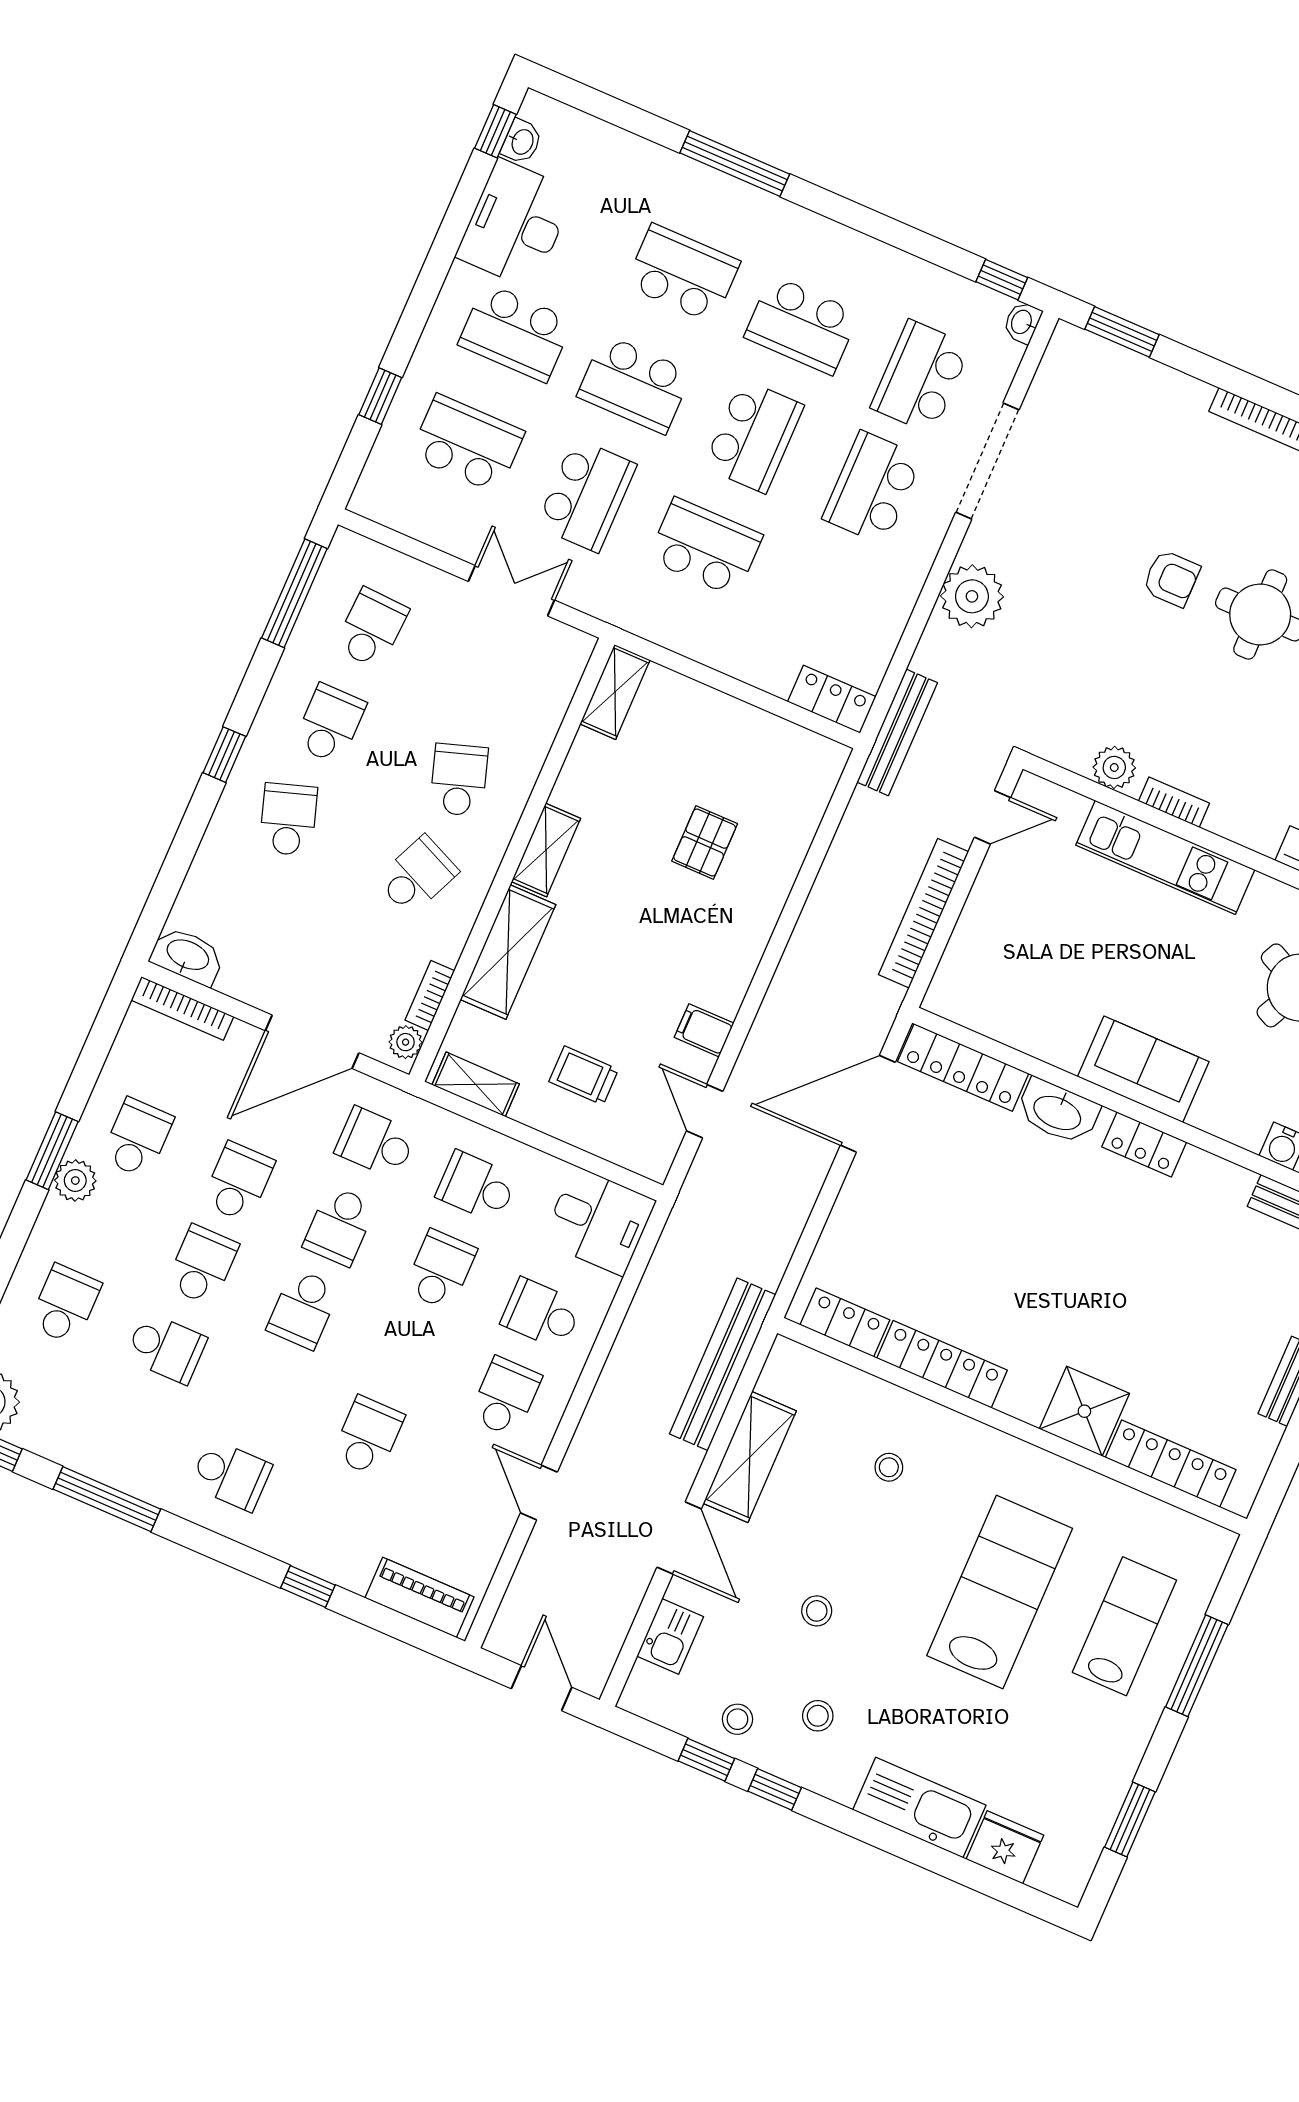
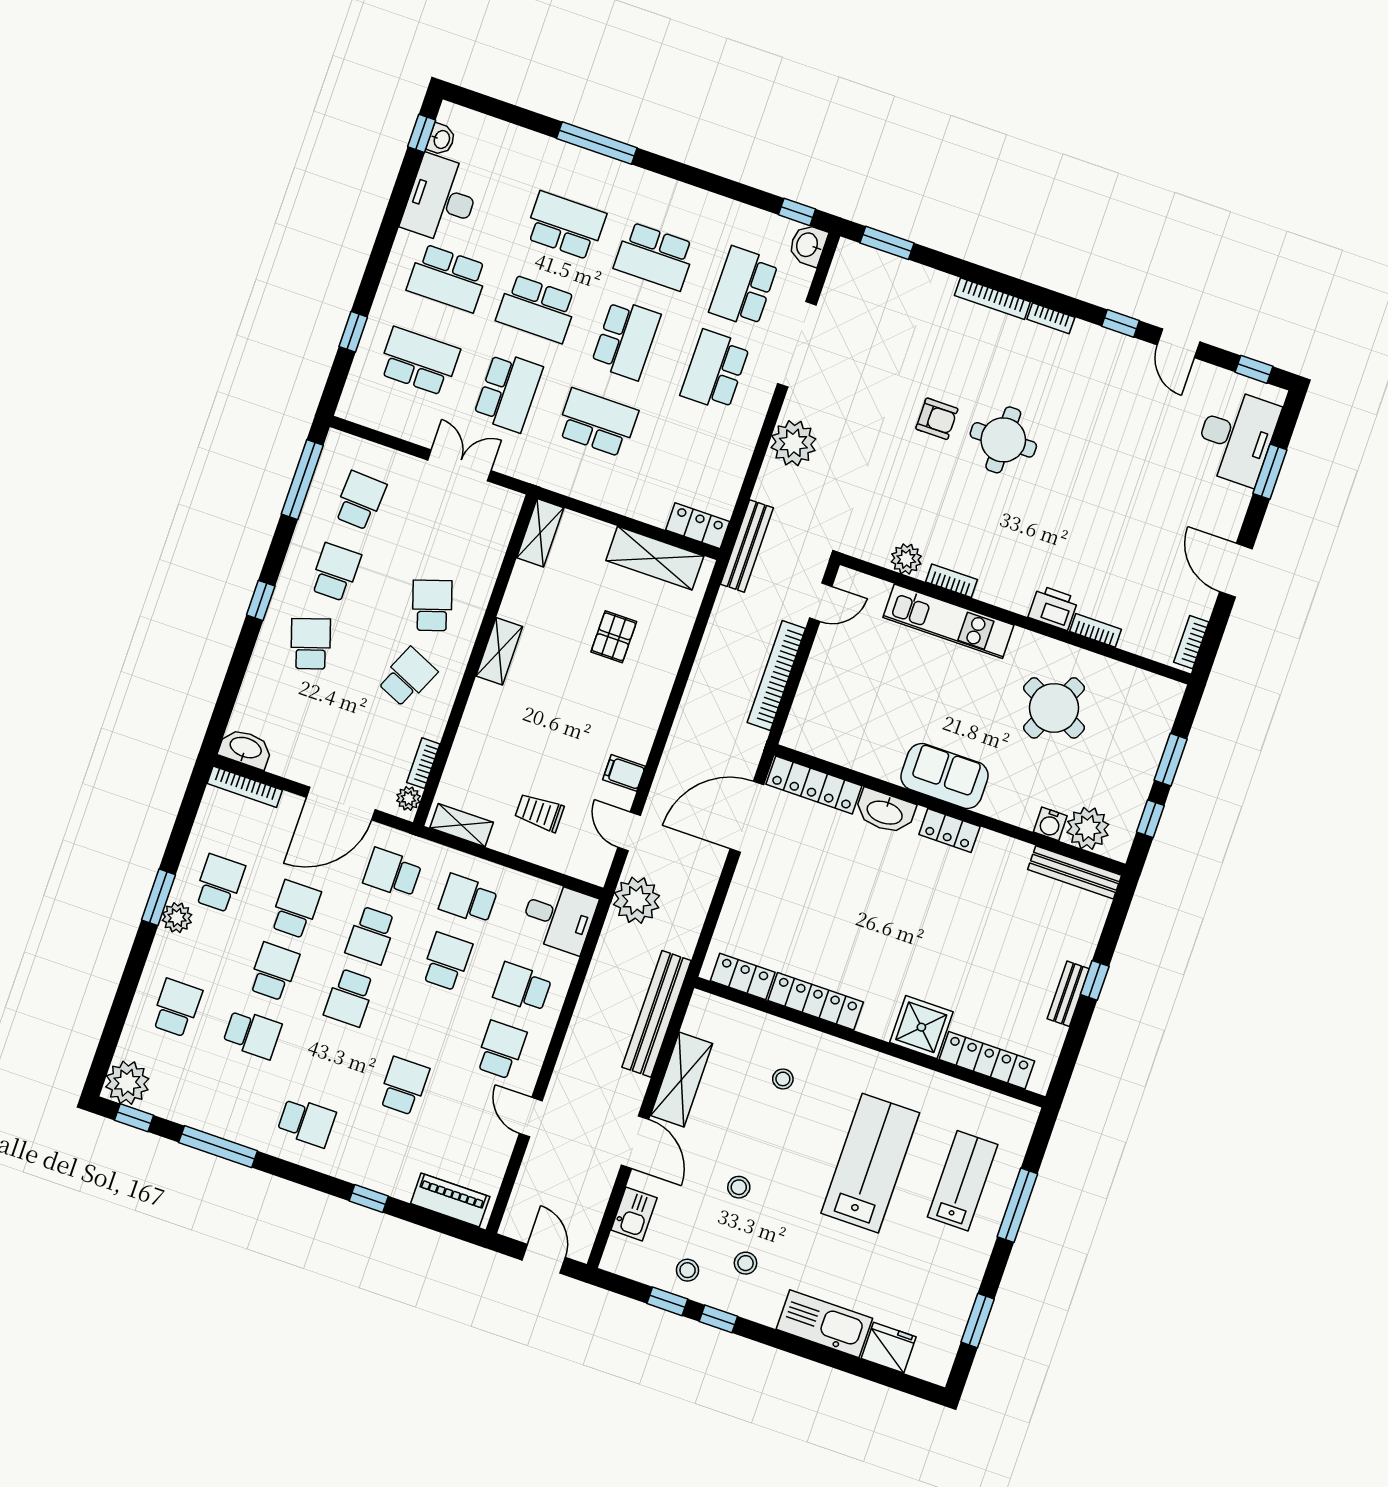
washbasin: (1022, 322) -> (808, 245), width x1.38, depth x1.45
shelving: (508, 952) -> (655, 558), moved, turned 90
plant: (708, 1206) -> (637, 900), added

